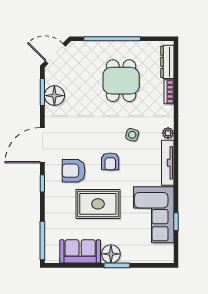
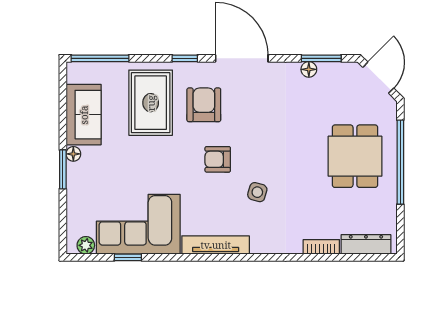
dining table: (121, 81) -> (355, 156), moved, turned 90
floor lamp: (54, 96) -> (309, 69), width x0.53, depth x0.53
plant: (168, 133) -> (86, 245), moved
rug: (98, 204) -> (151, 103), moved
floor lamp: (111, 254) -> (73, 154), width x0.53, depth x0.53

